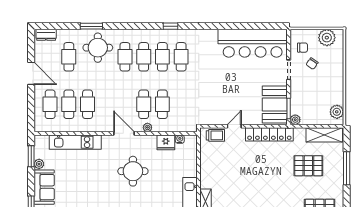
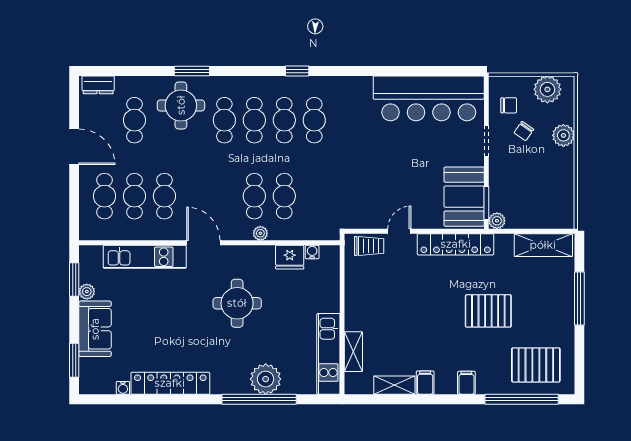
window: (91, 26) -> (192, 71), moved
plant: (337, 112) -> (563, 135), moved
door: (124, 133) -> (203, 243), moved
pallet: (308, 166) -> (488, 311), moved

